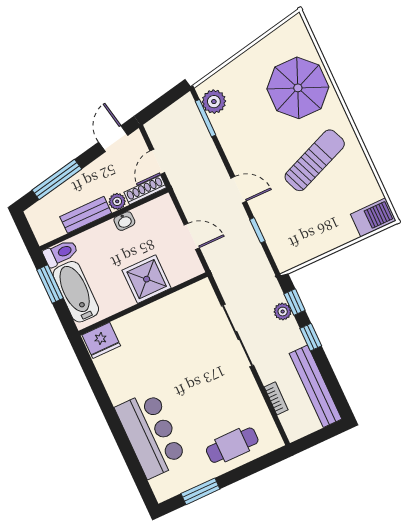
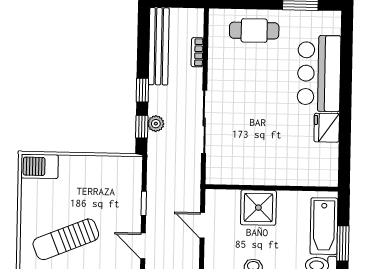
fridge: (101, 340) -> (327, 128), moved, turned -90

